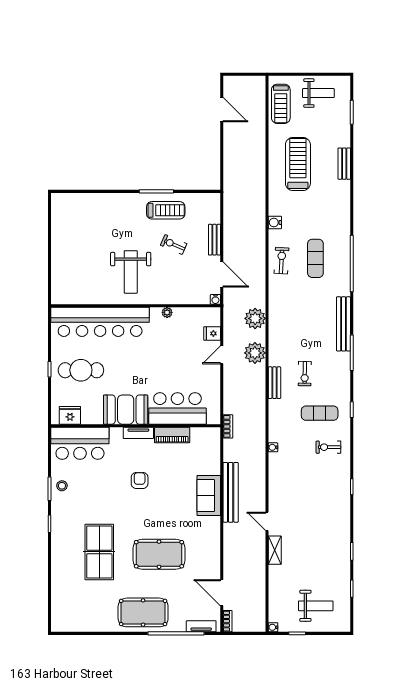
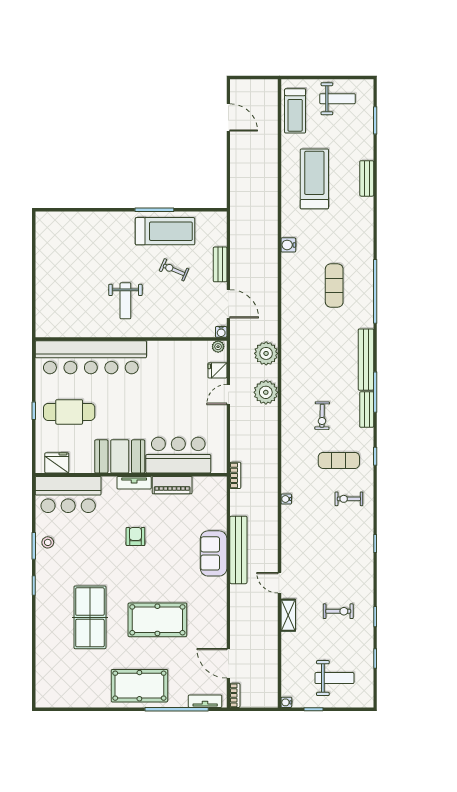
treadmill: (166, 210) -> (165, 231), width x1.37, depth x1.38
exercise bike: (282, 261) -> (338, 611), moved, turned 87
weight bench: (131, 272) -> (125, 301), width x0.73, depth x0.75
plant: (167, 312) -> (218, 347), moved
bench: (274, 383) -> (367, 410), moved

